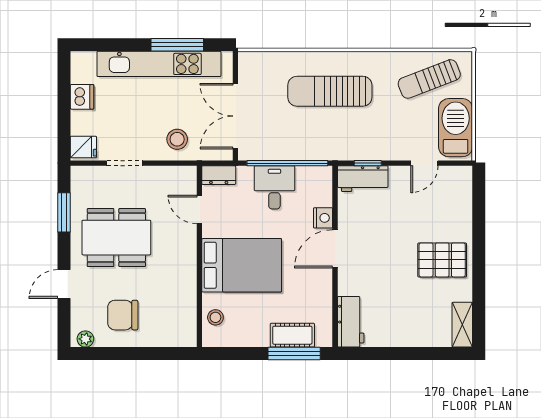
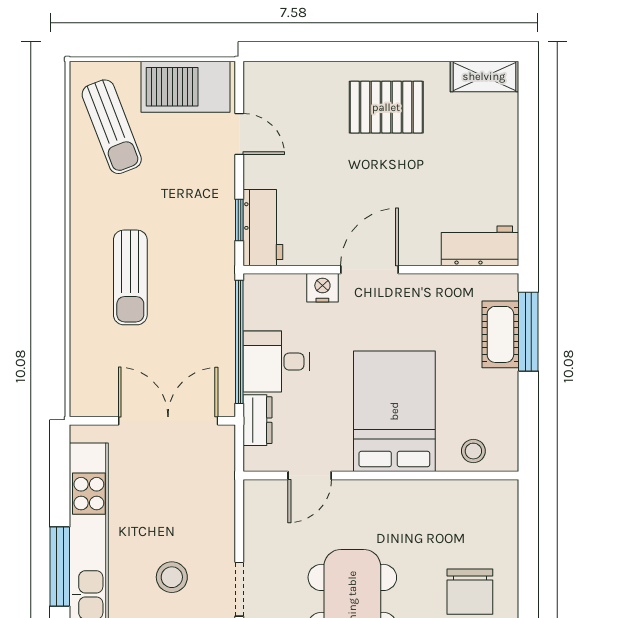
window: (177, 45) -> (60, 567), moved
sun lounger: (330, 91) -> (130, 277), width x0.73, depth x0.75
double door: (235, 116) -> (168, 421), swing flipped
stool: (177, 139) -> (172, 577), moved
dresser: (219, 175) -> (258, 420), moved
door: (335, 249) -> (370, 270), swing flipped
pallet: (442, 260) -> (386, 107), turned 90

